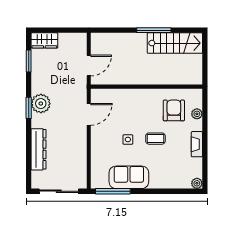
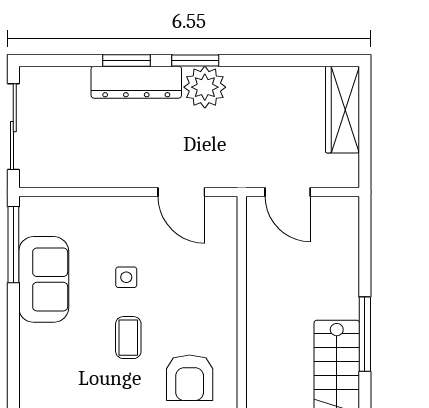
wardrobe: (44, 40) -> (342, 110), width x1.50
window: (29, 61) -> (126, 61), moved
armchair: (174, 110) -> (190, 378), turned 90
dresser: (38, 149) -> (136, 82), moved

